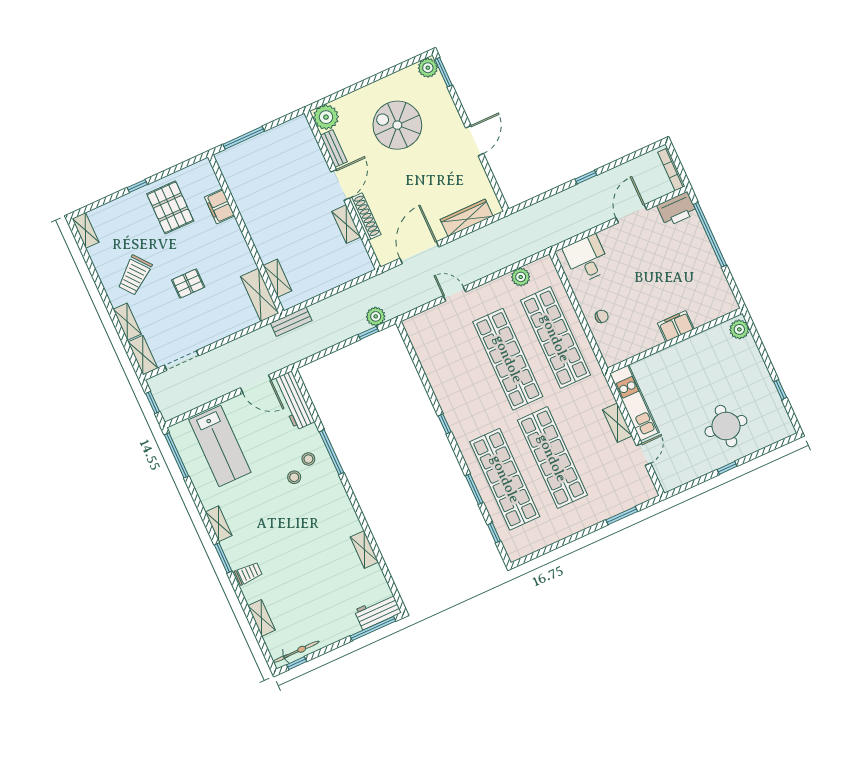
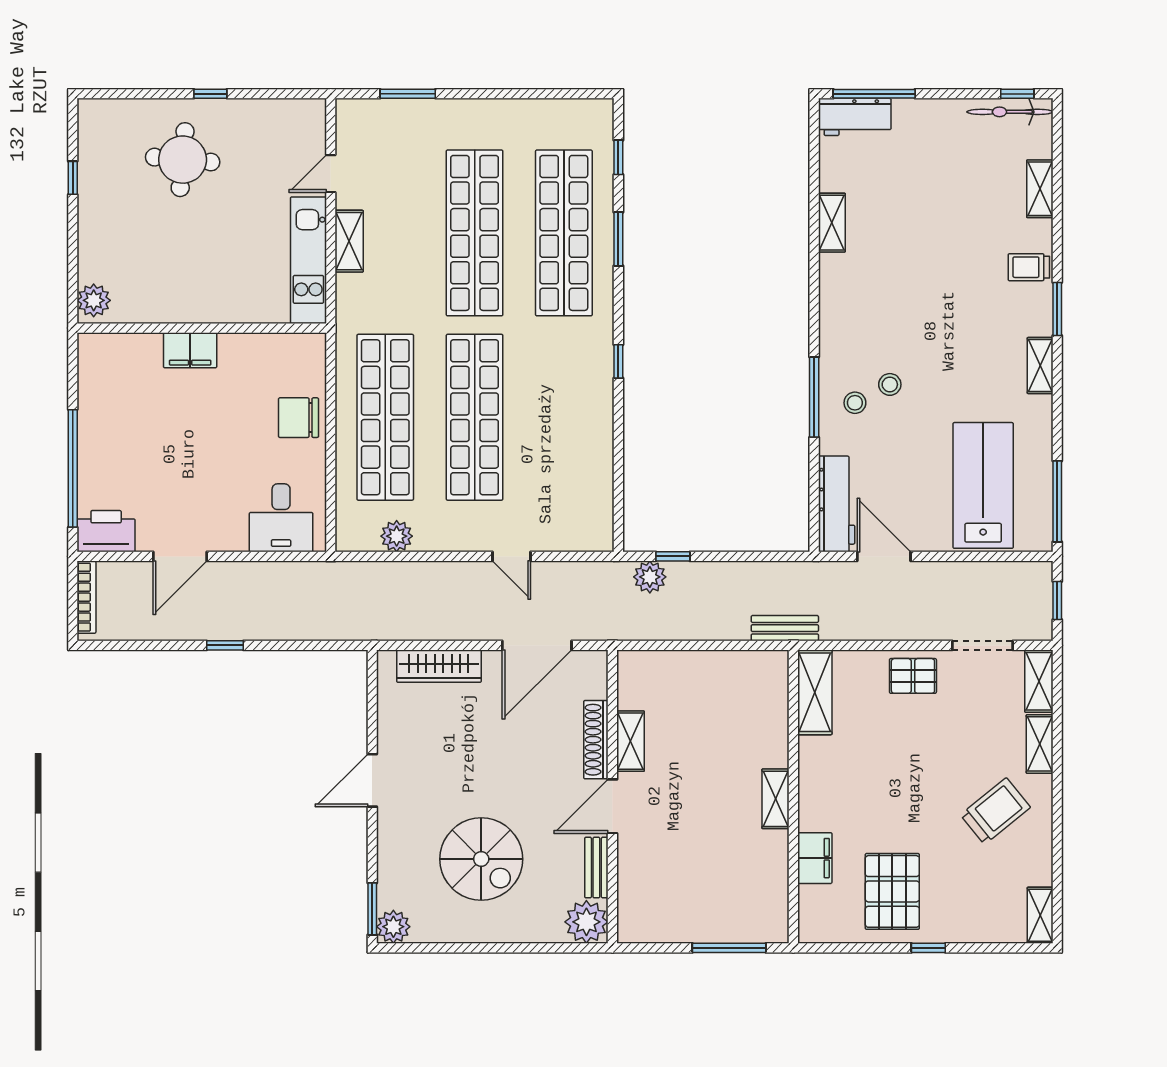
shelving: (277, 278) -> (775, 799), moved
pallet: (188, 284) -> (913, 676), moved
chair: (602, 316) -> (299, 418), width x1.87, depth x1.87

